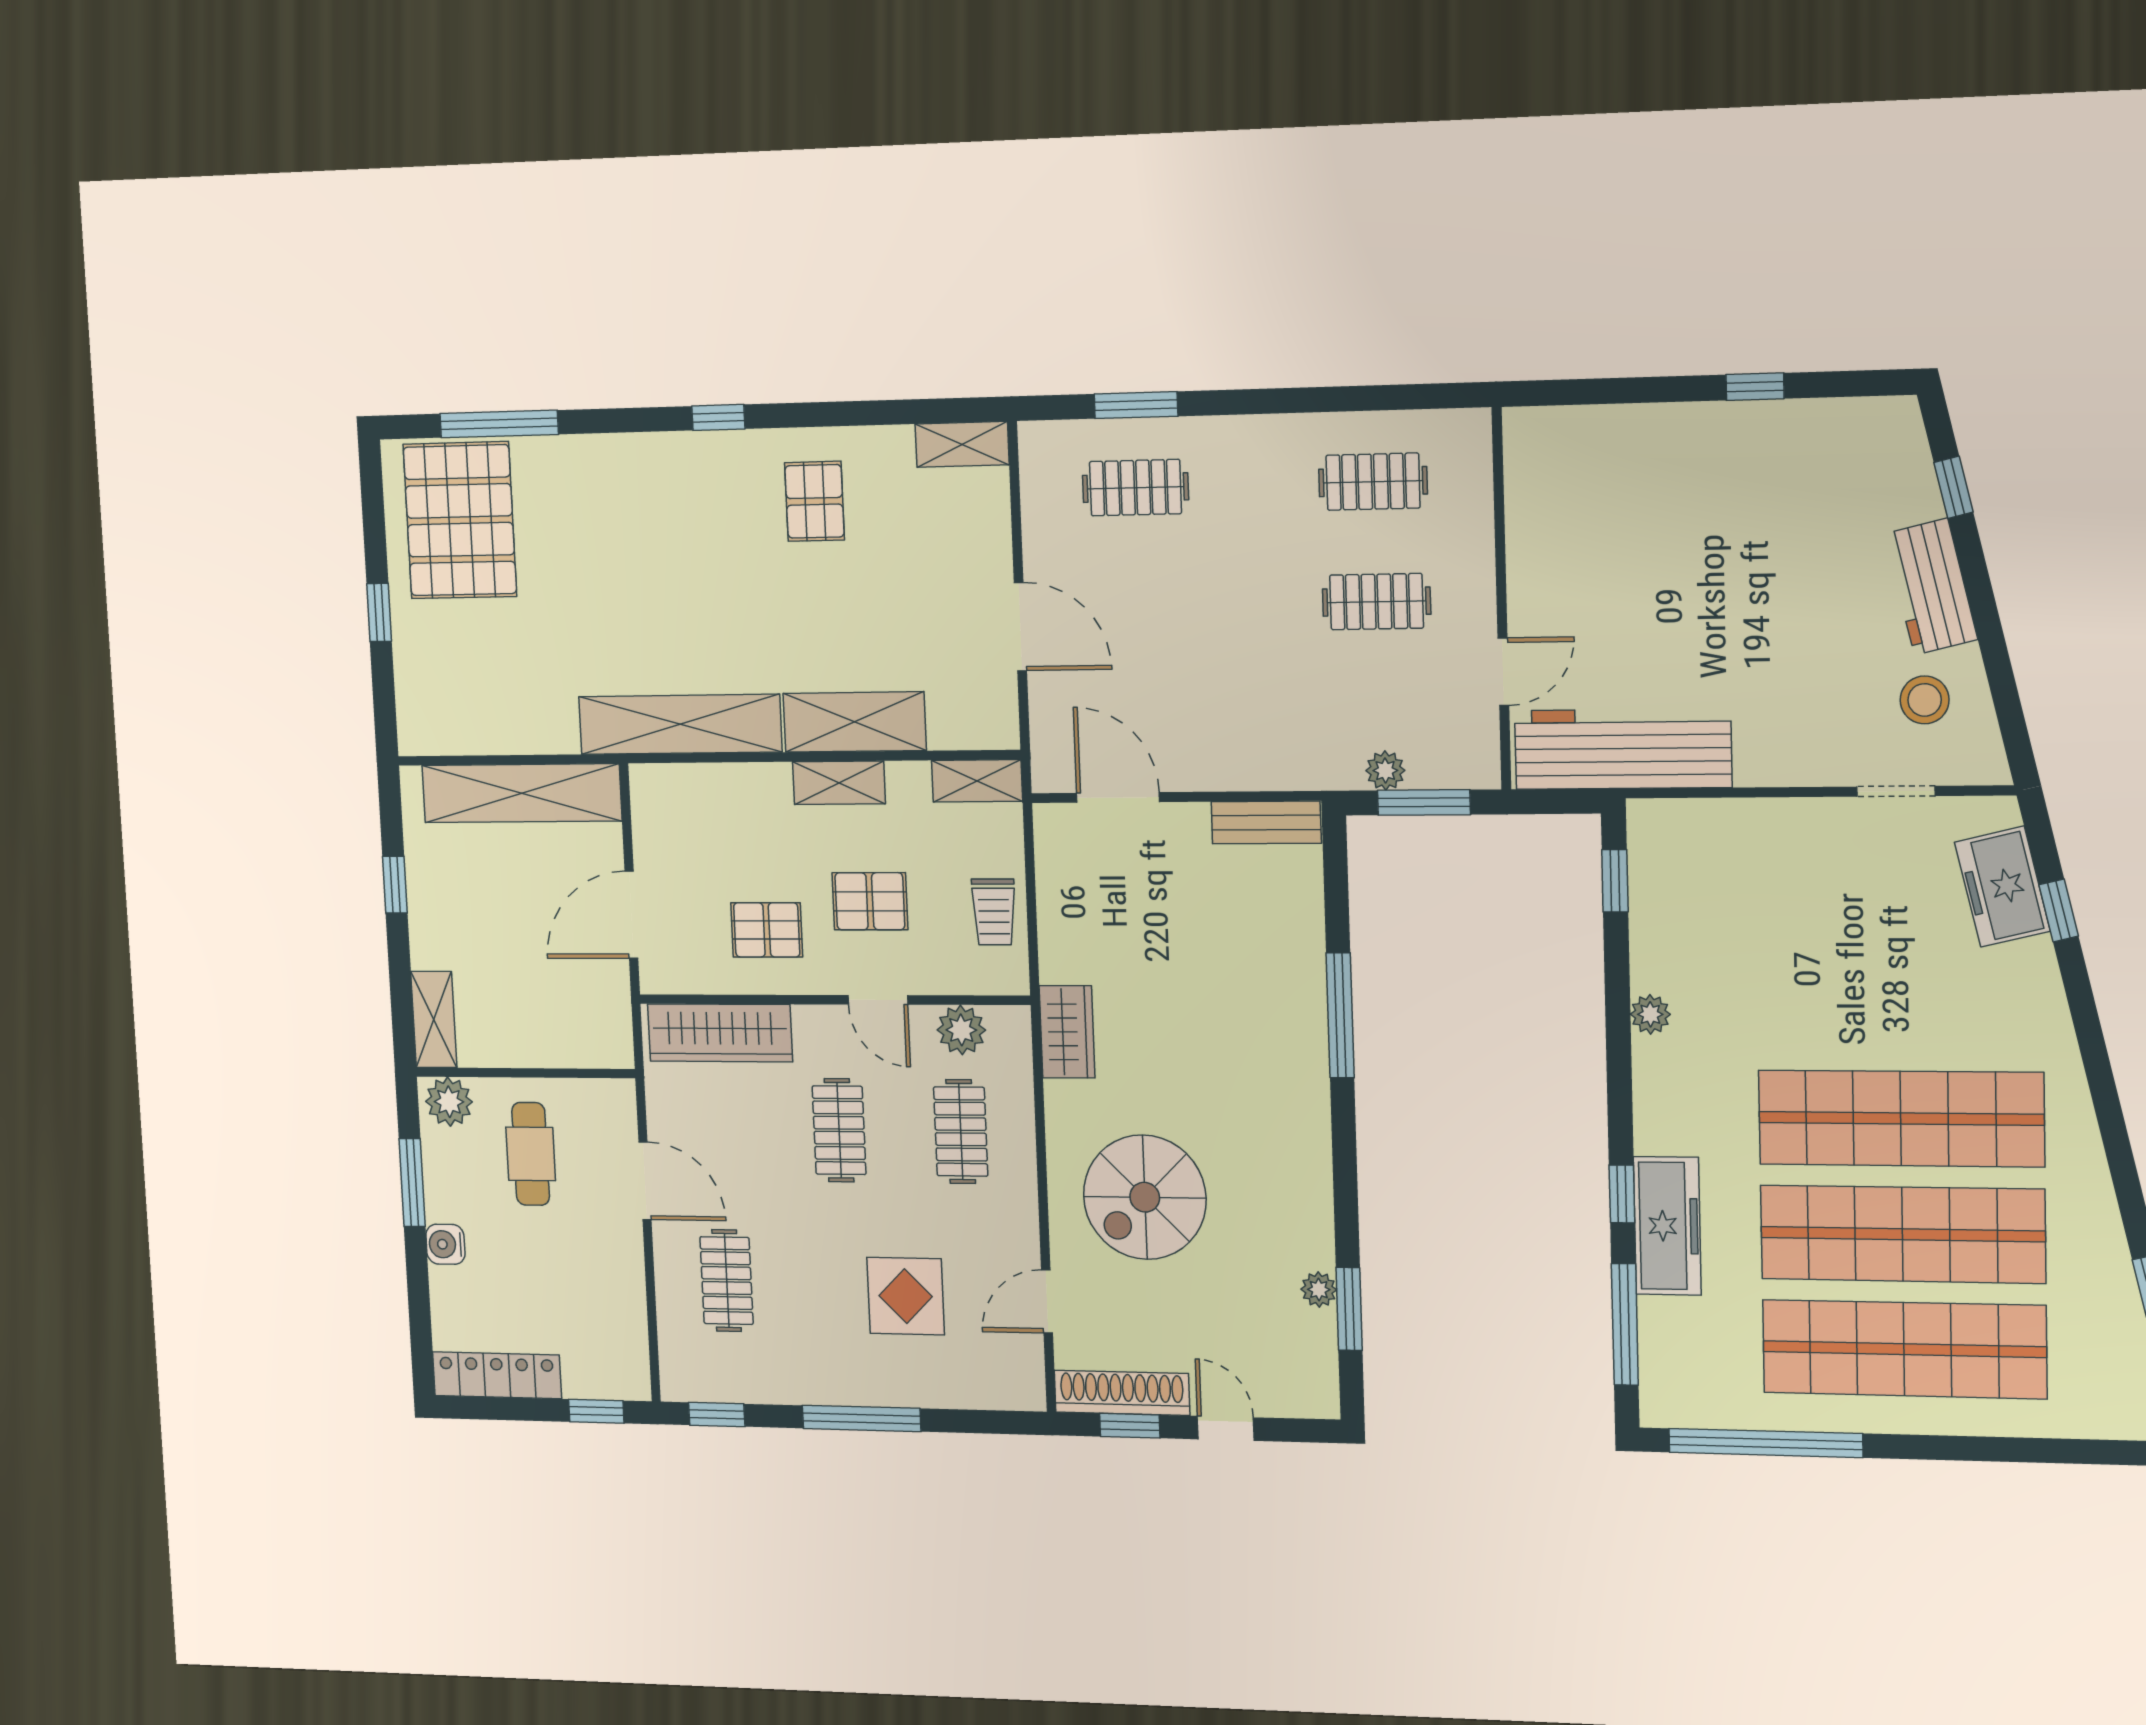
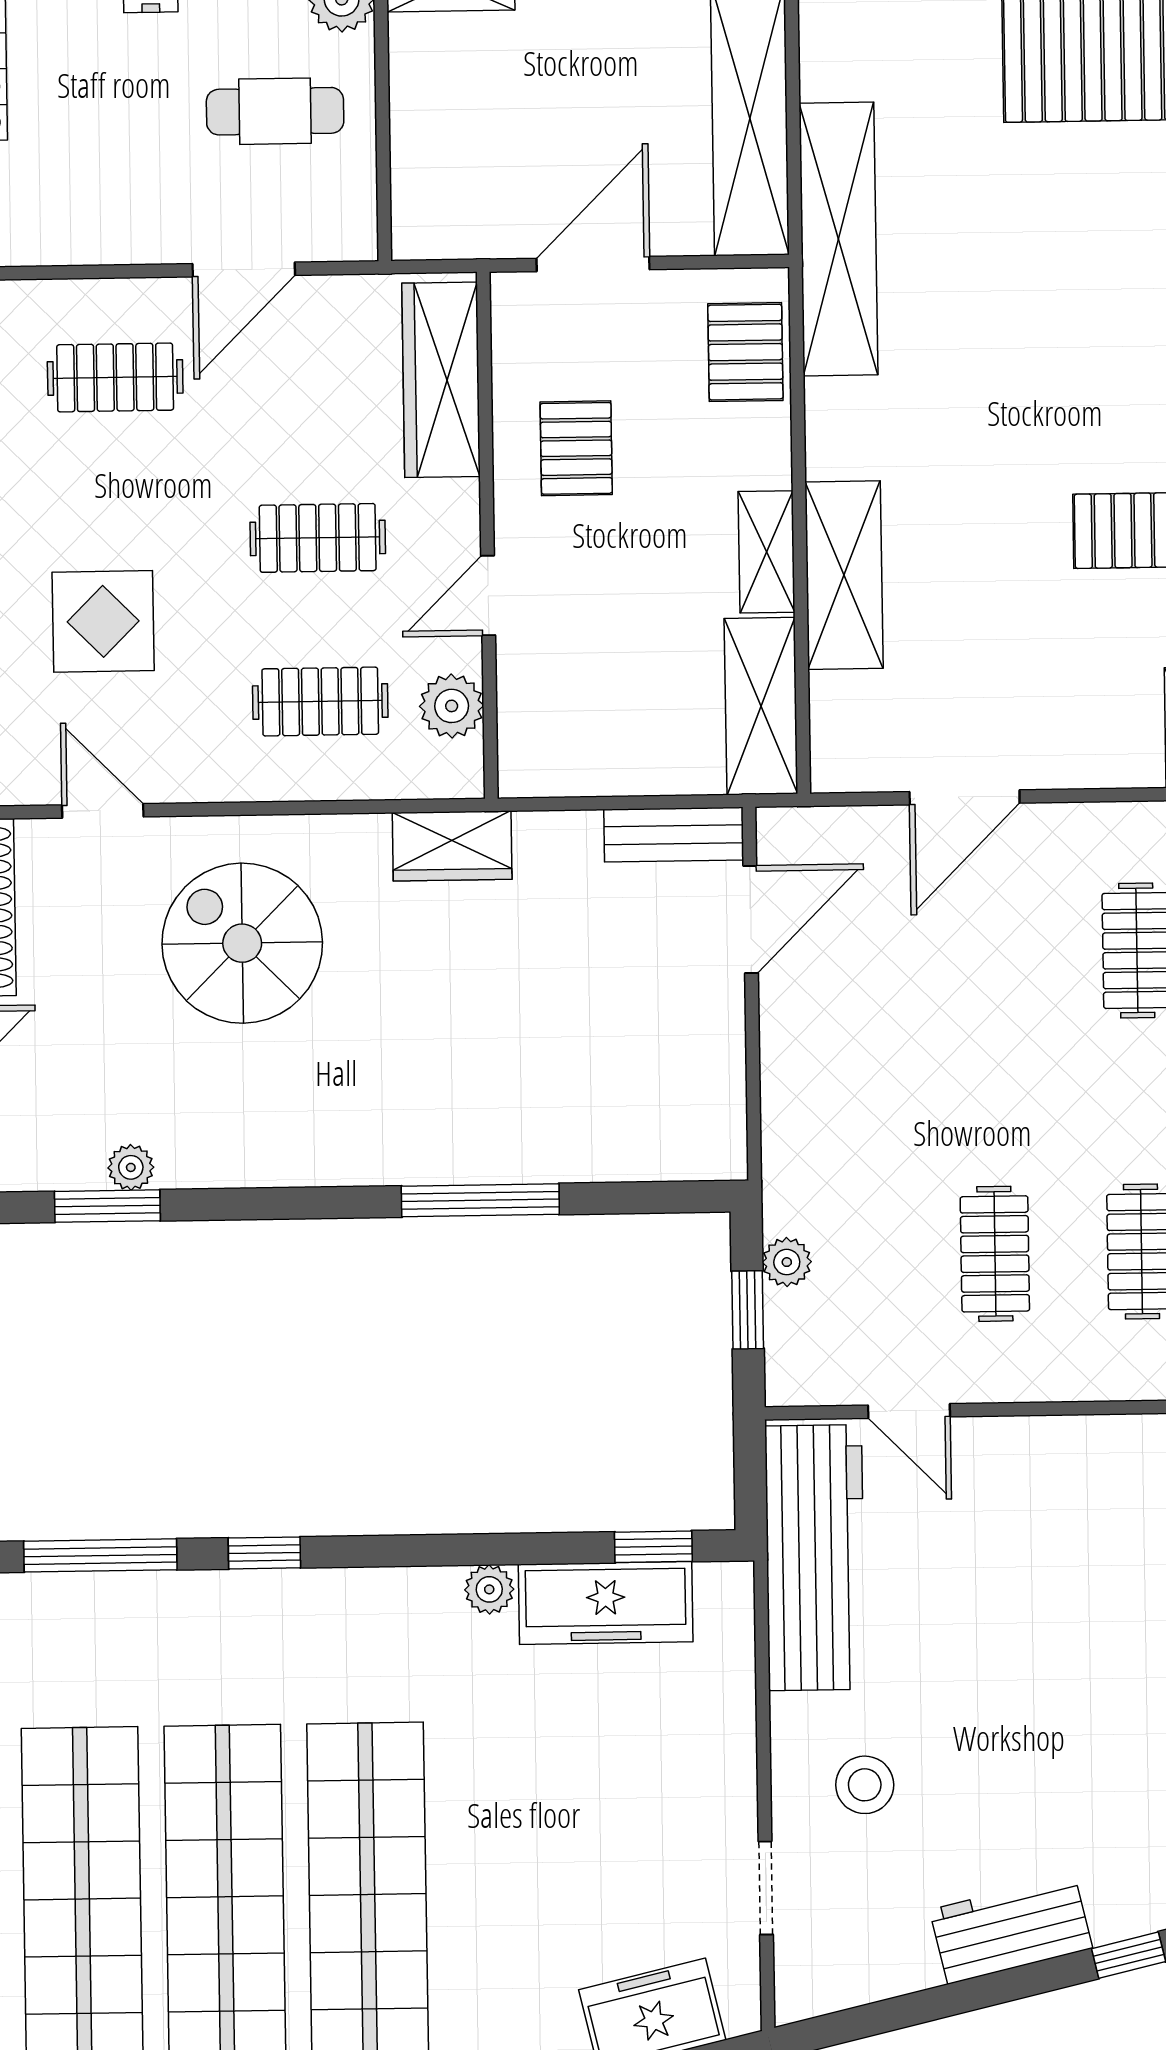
stool: (1925, 700) -> (865, 1785), moved
shelving: (680, 724) -> (838, 239), moved
shelving: (977, 781) -> (761, 706), width x1.50, depth x1.33
window: (1424, 802) -> (748, 1310), width x0.67
bench: (1266, 822) -> (674, 835), moved, turned 90
pallet: (870, 901) -> (745, 352), moved
trolley: (994, 912) -> (604, 753), removed
door: (631, 915) -> (593, 264), hinge flipped
freezer: (1667, 1226) -> (606, 1603), moved

